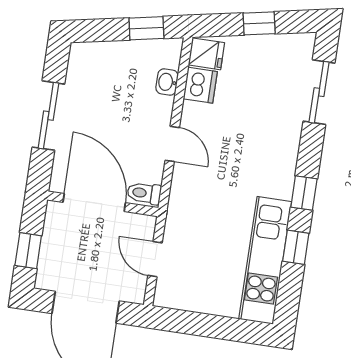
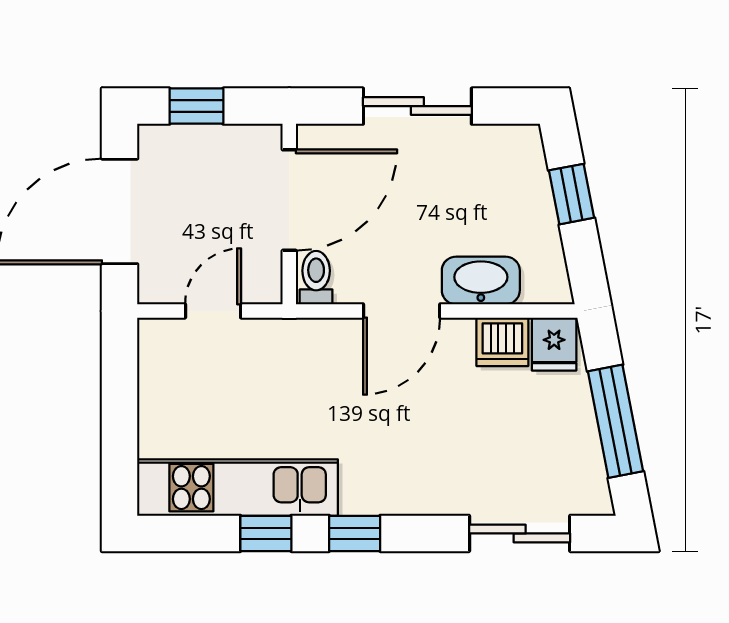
window: (259, 23) -> (615, 421), width x2.17
window: (146, 28) -> (571, 194), moved
washbasin: (167, 82) -> (481, 280), width x1.91, depth x1.45
door: (172, 144) -> (402, 311), width x1.38

